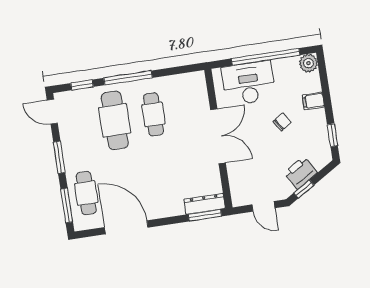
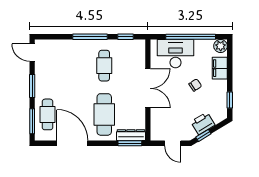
window: (82, 85) -> (126, 37), moved
filing cabinet: (313, 101) -> (220, 68), width x2.00
cafe table: (115, 120) -> (104, 114), moved

